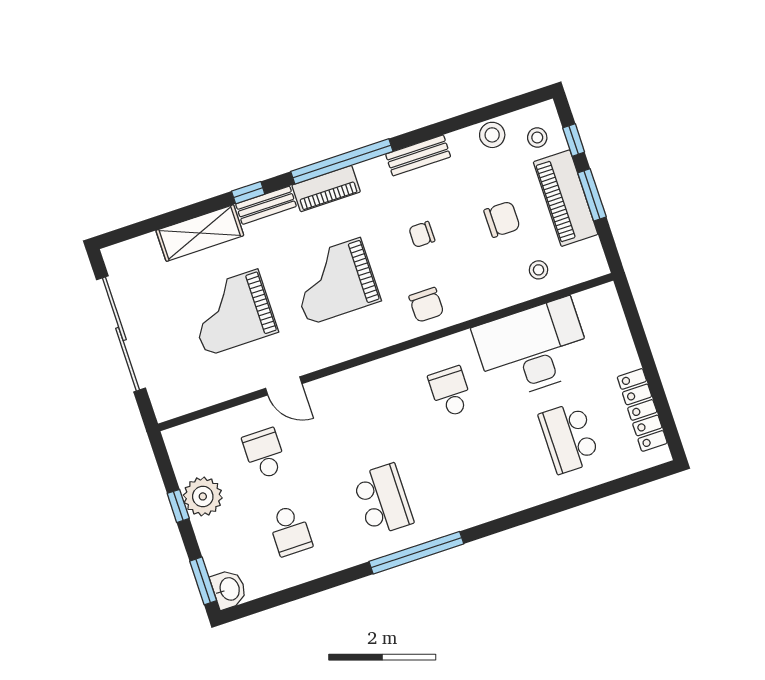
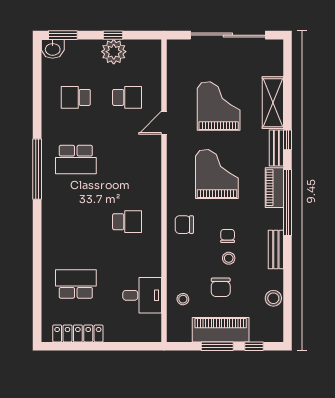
stool: (537, 138) -> (229, 258), moved
desk: (533, 349) -> (142, 295), width x0.53, depth x0.77

